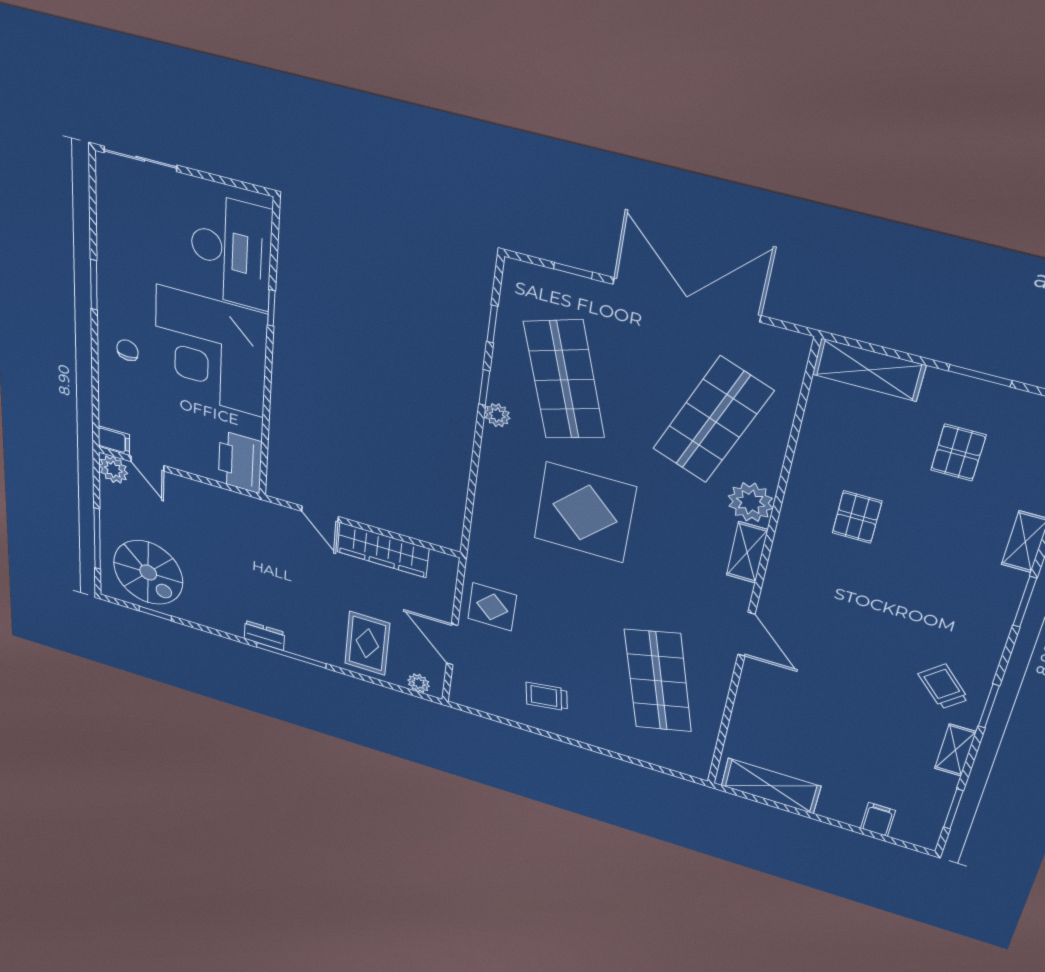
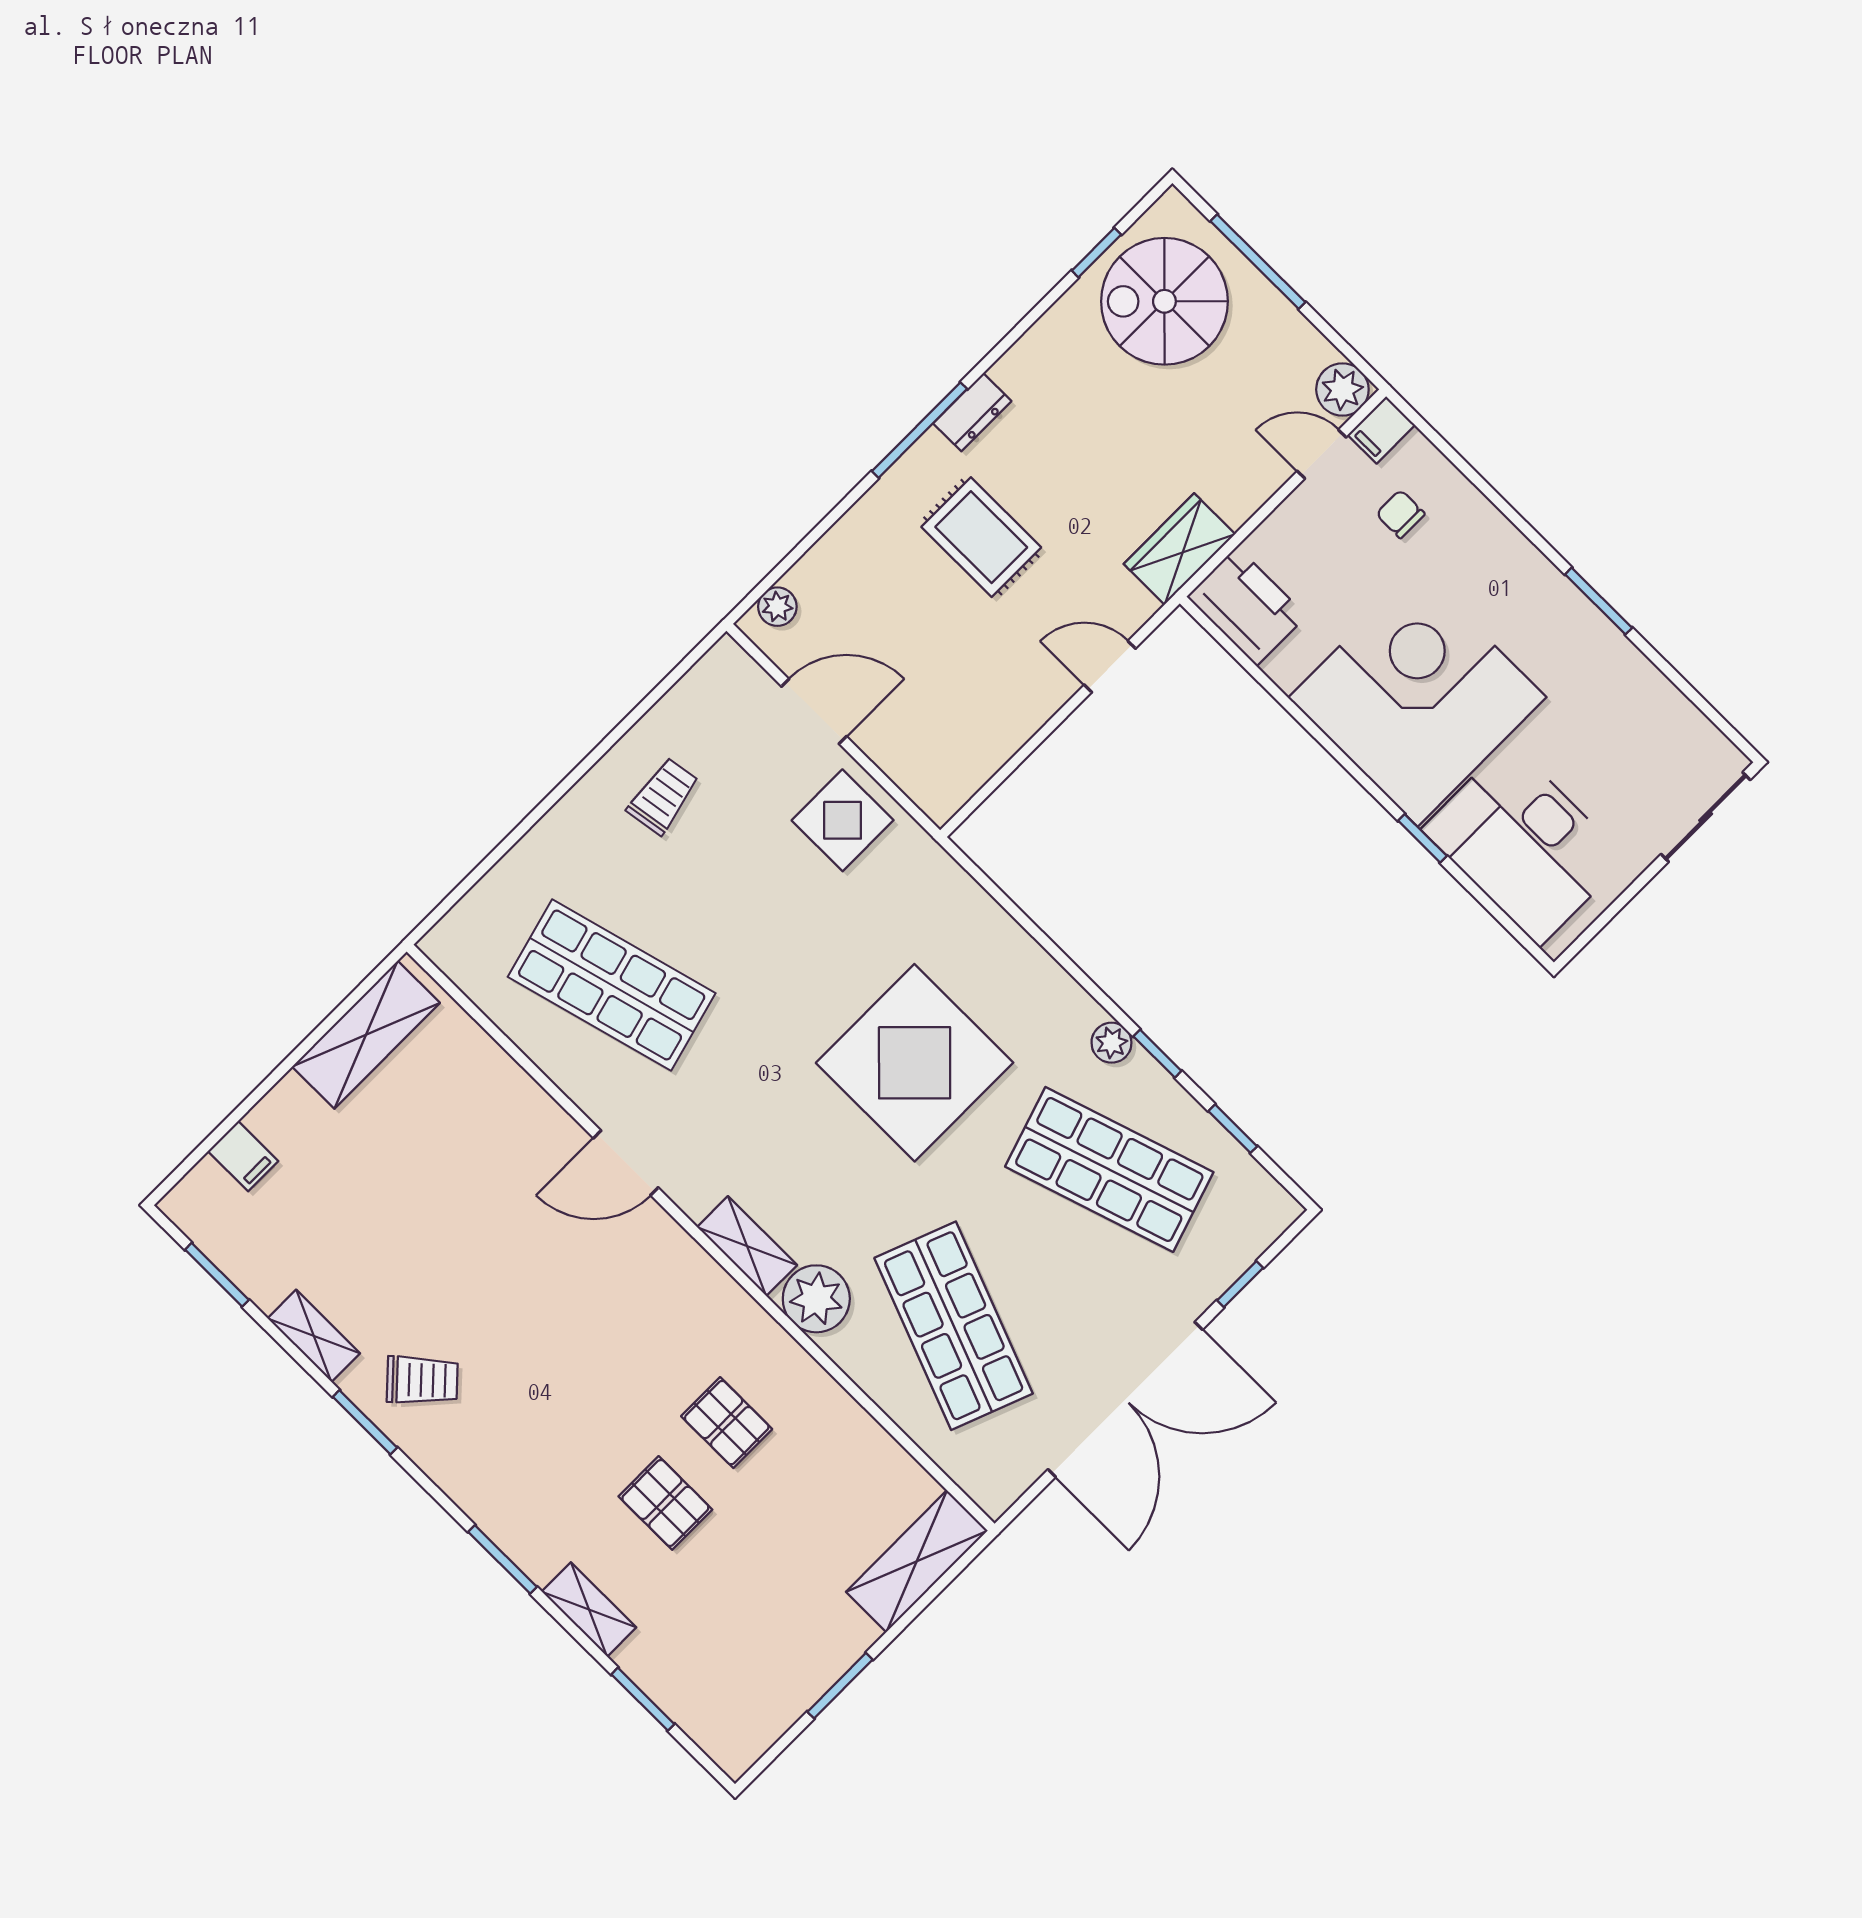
chair: (127, 350) -> (1400, 514), moved, turned 180
pallet: (958, 453) -> (665, 1503), moved
wardrobe: (383, 550) -> (1179, 549), moved, width x0.67
rug: (367, 643) -> (981, 537), moved

